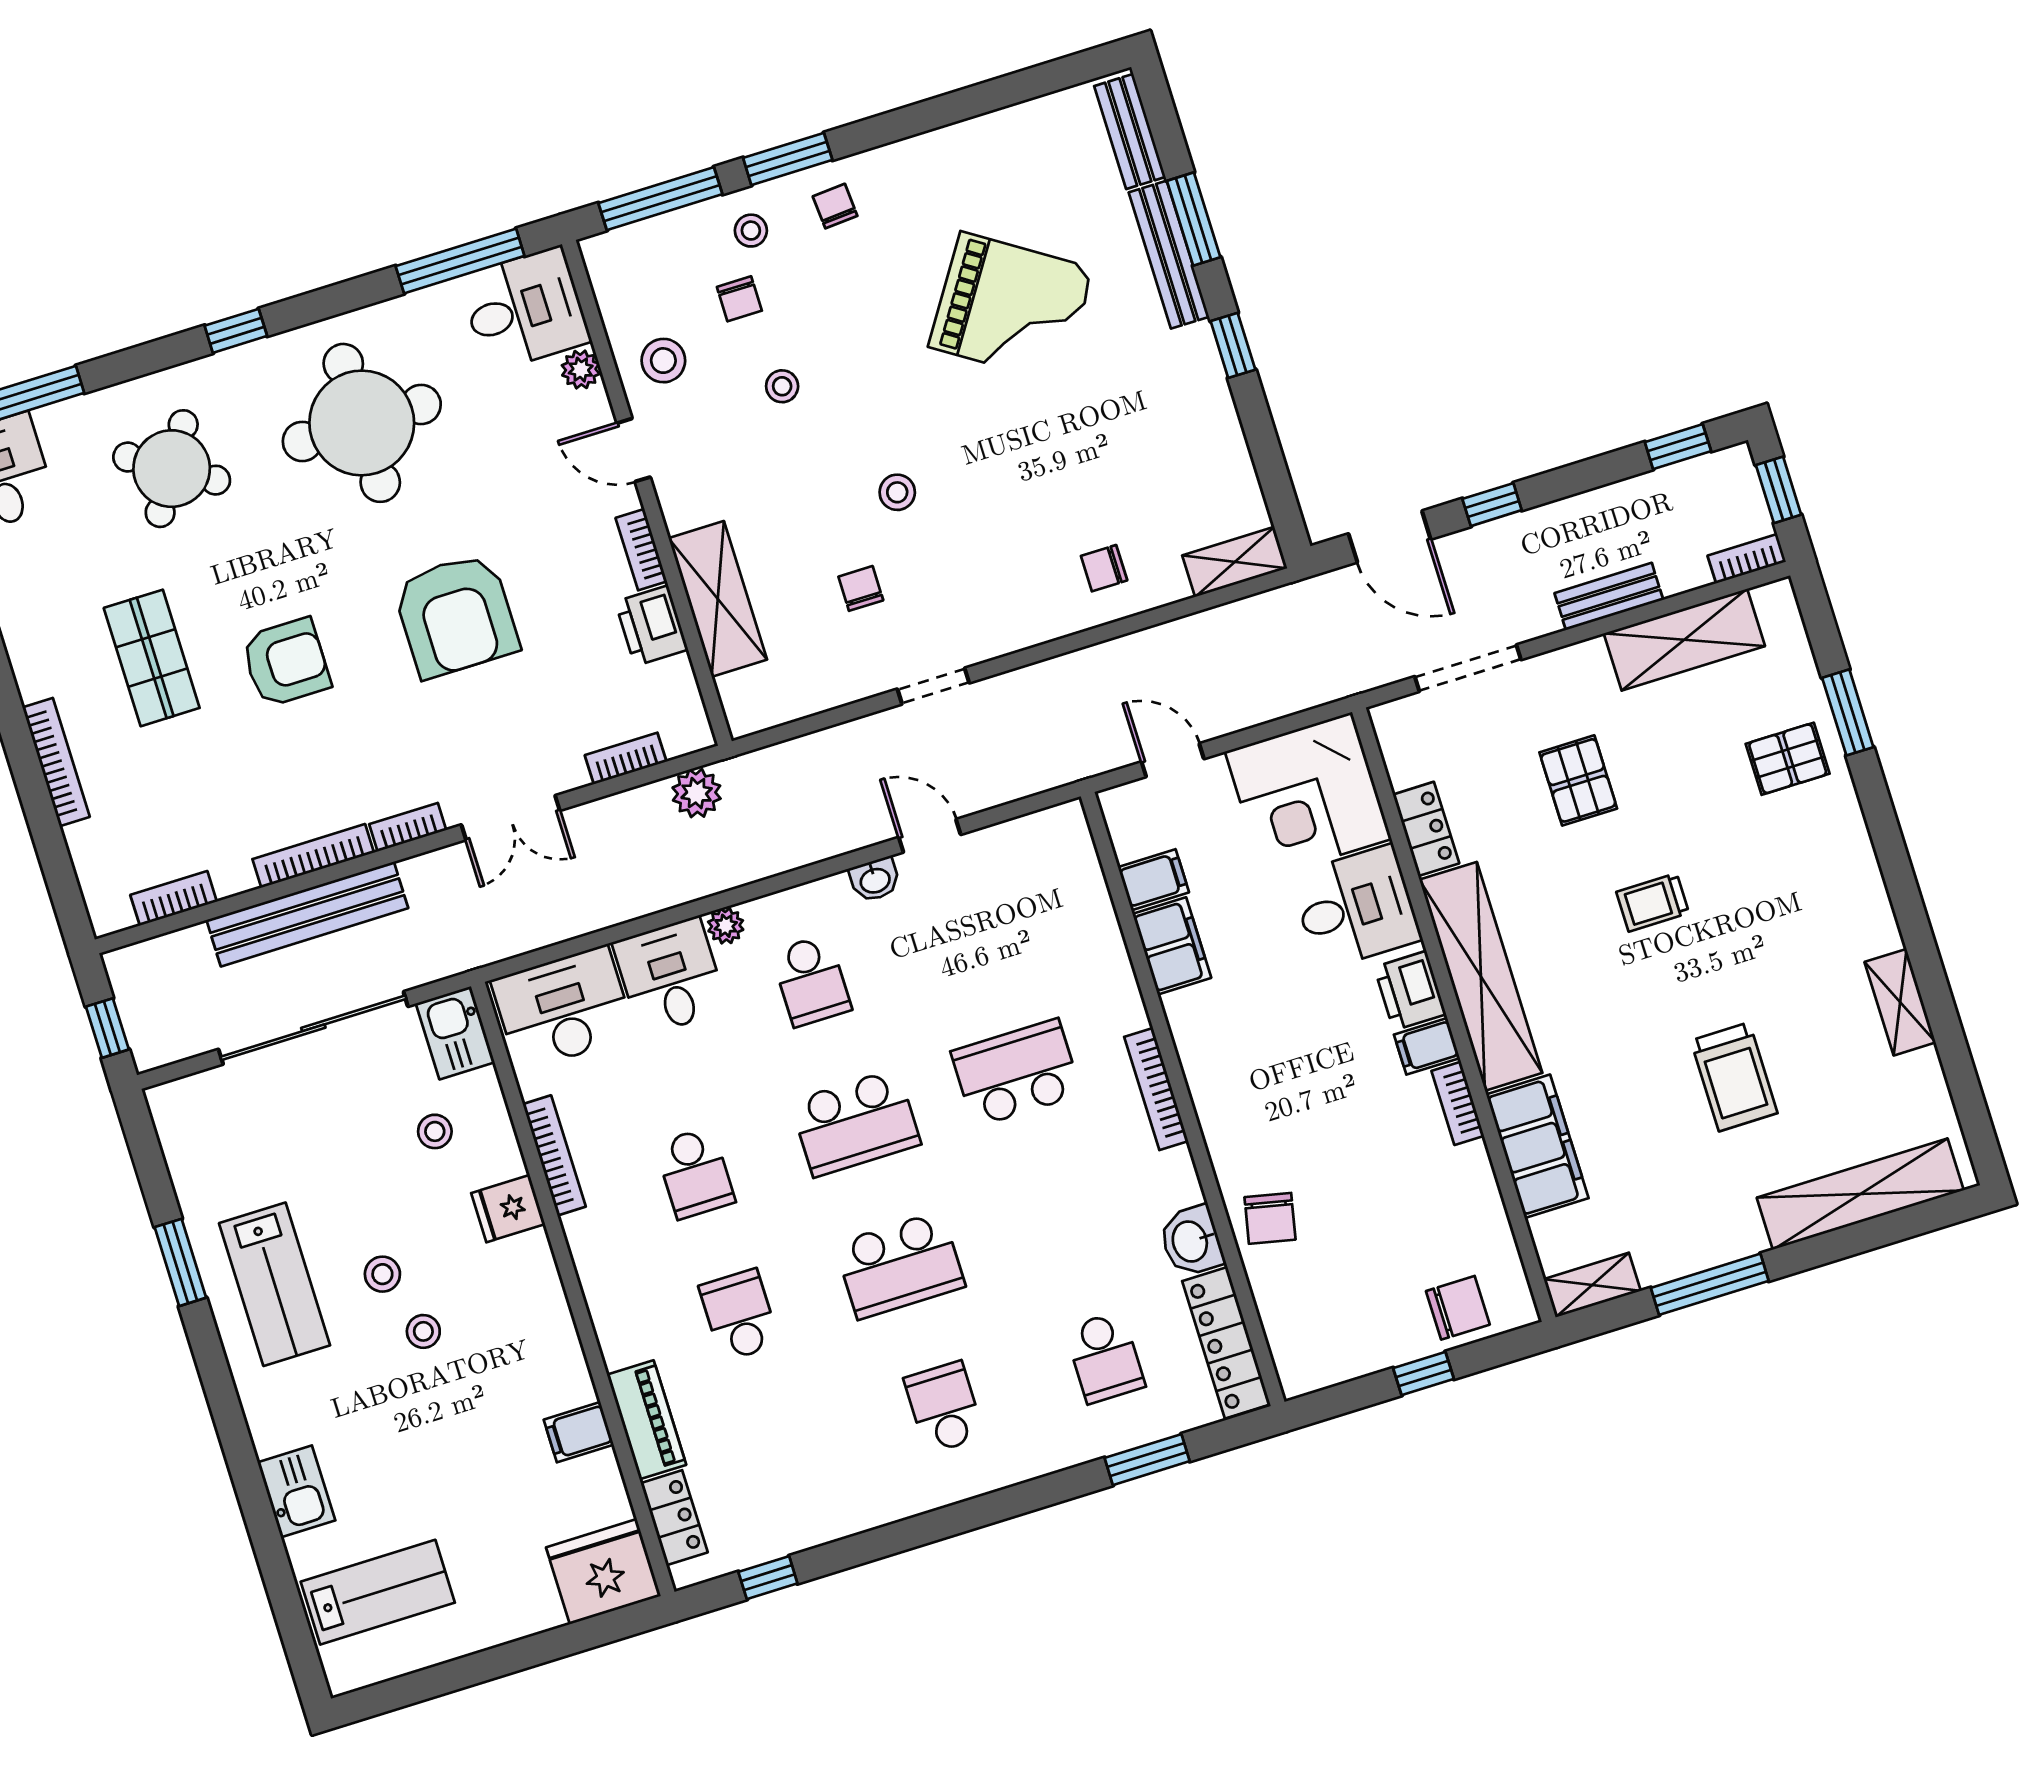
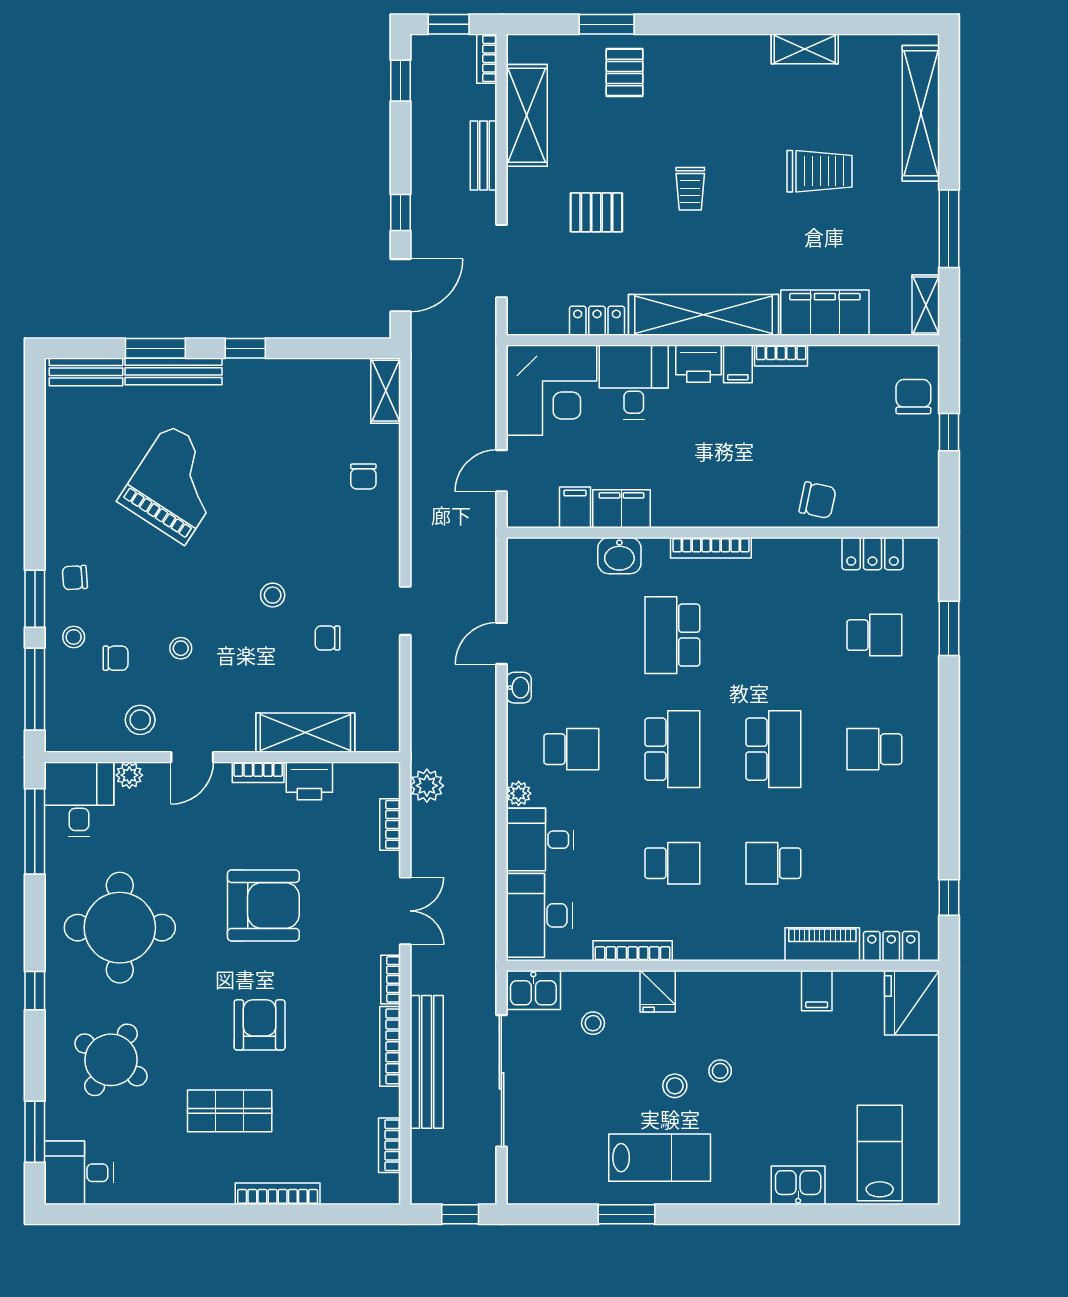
washbasin: (1191, 1241) -> (619, 556), moved
locker: (1226, 1343) -> (872, 554), width x0.66

